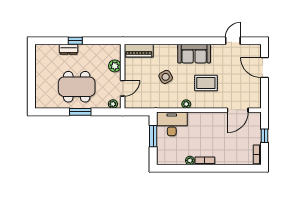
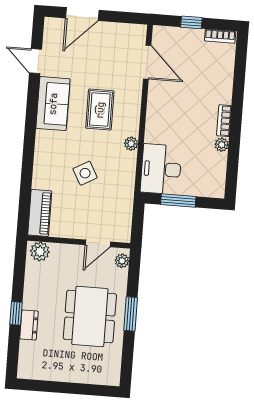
sofa: (194, 54) -> (53, 104), moved
plant: (115, 66) -> (40, 251), moved
door: (123, 88) -> (98, 243), swing flipped

